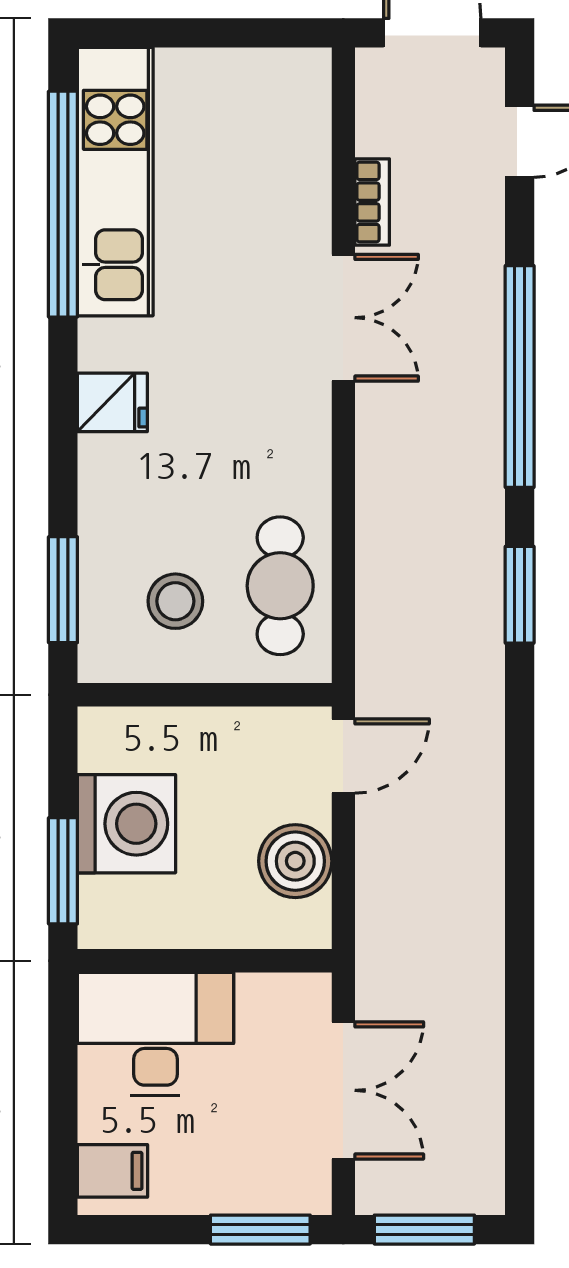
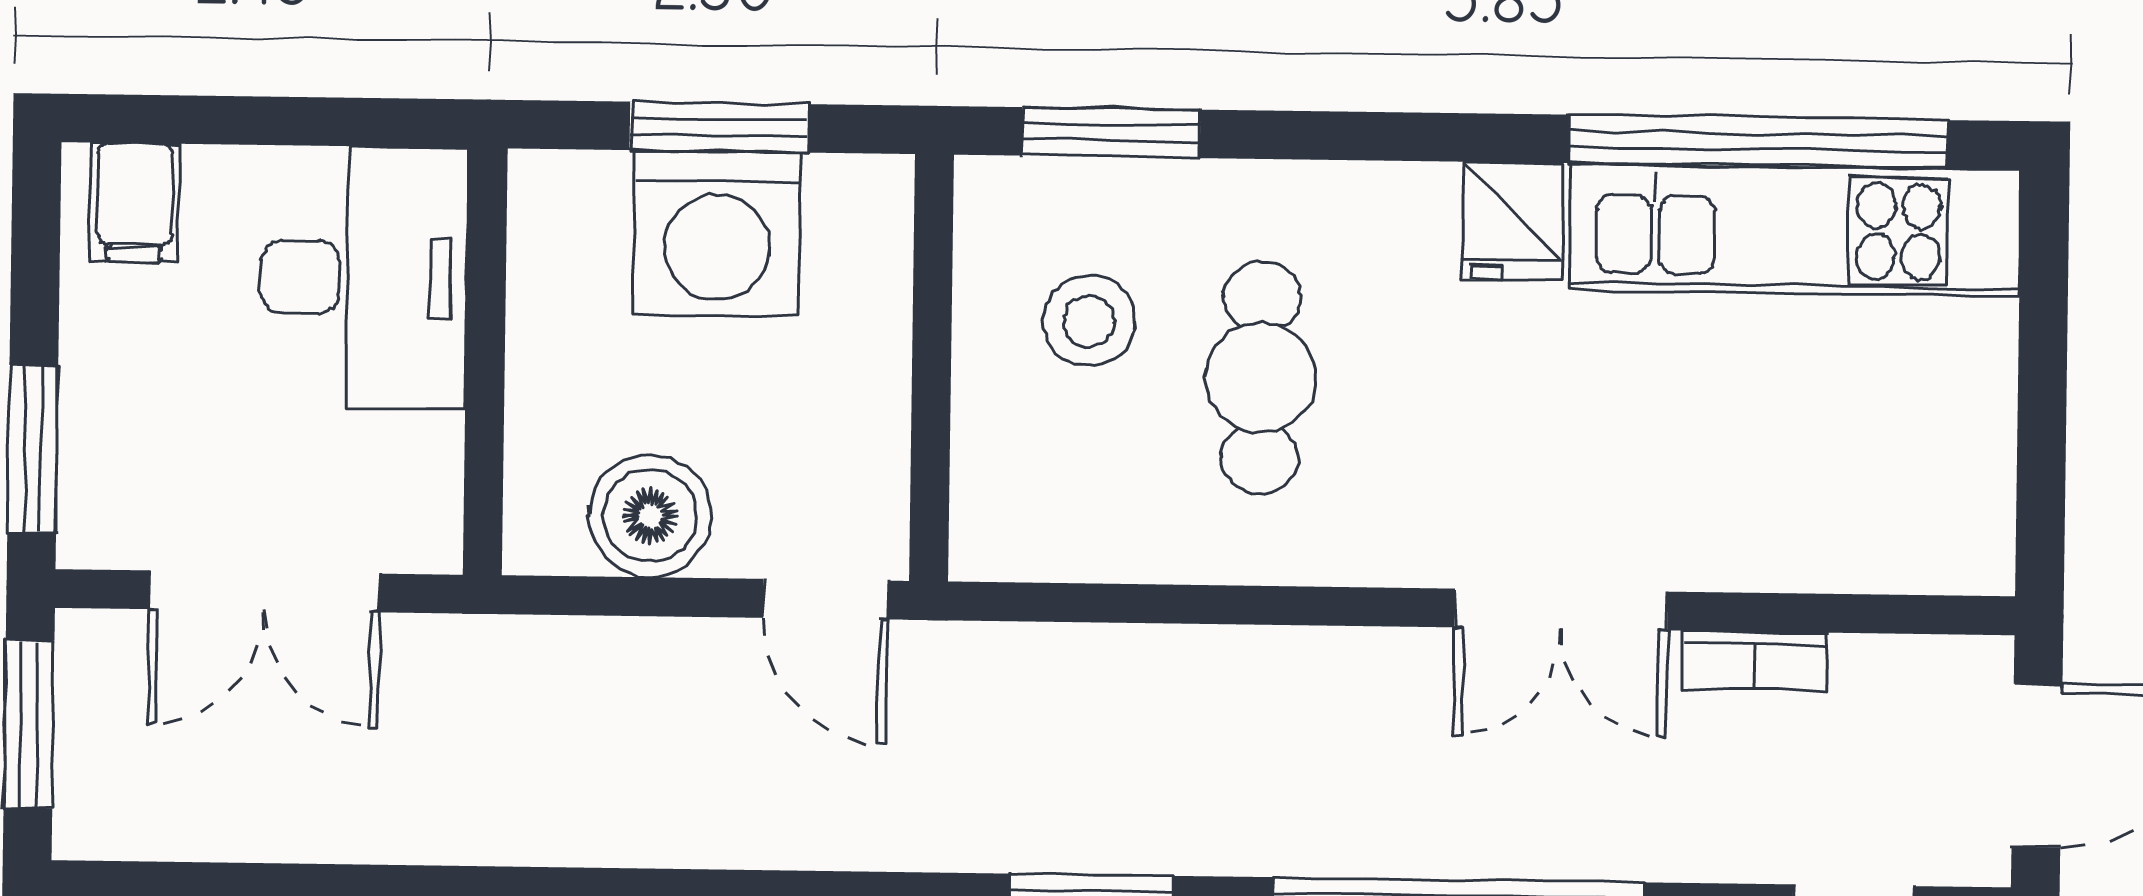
fridge: (112, 402) -> (1513, 221), moved
cafe table: (280, 586) -> (1261, 377), moved, turned 90
window: (63, 871) -> (719, 127), moved

